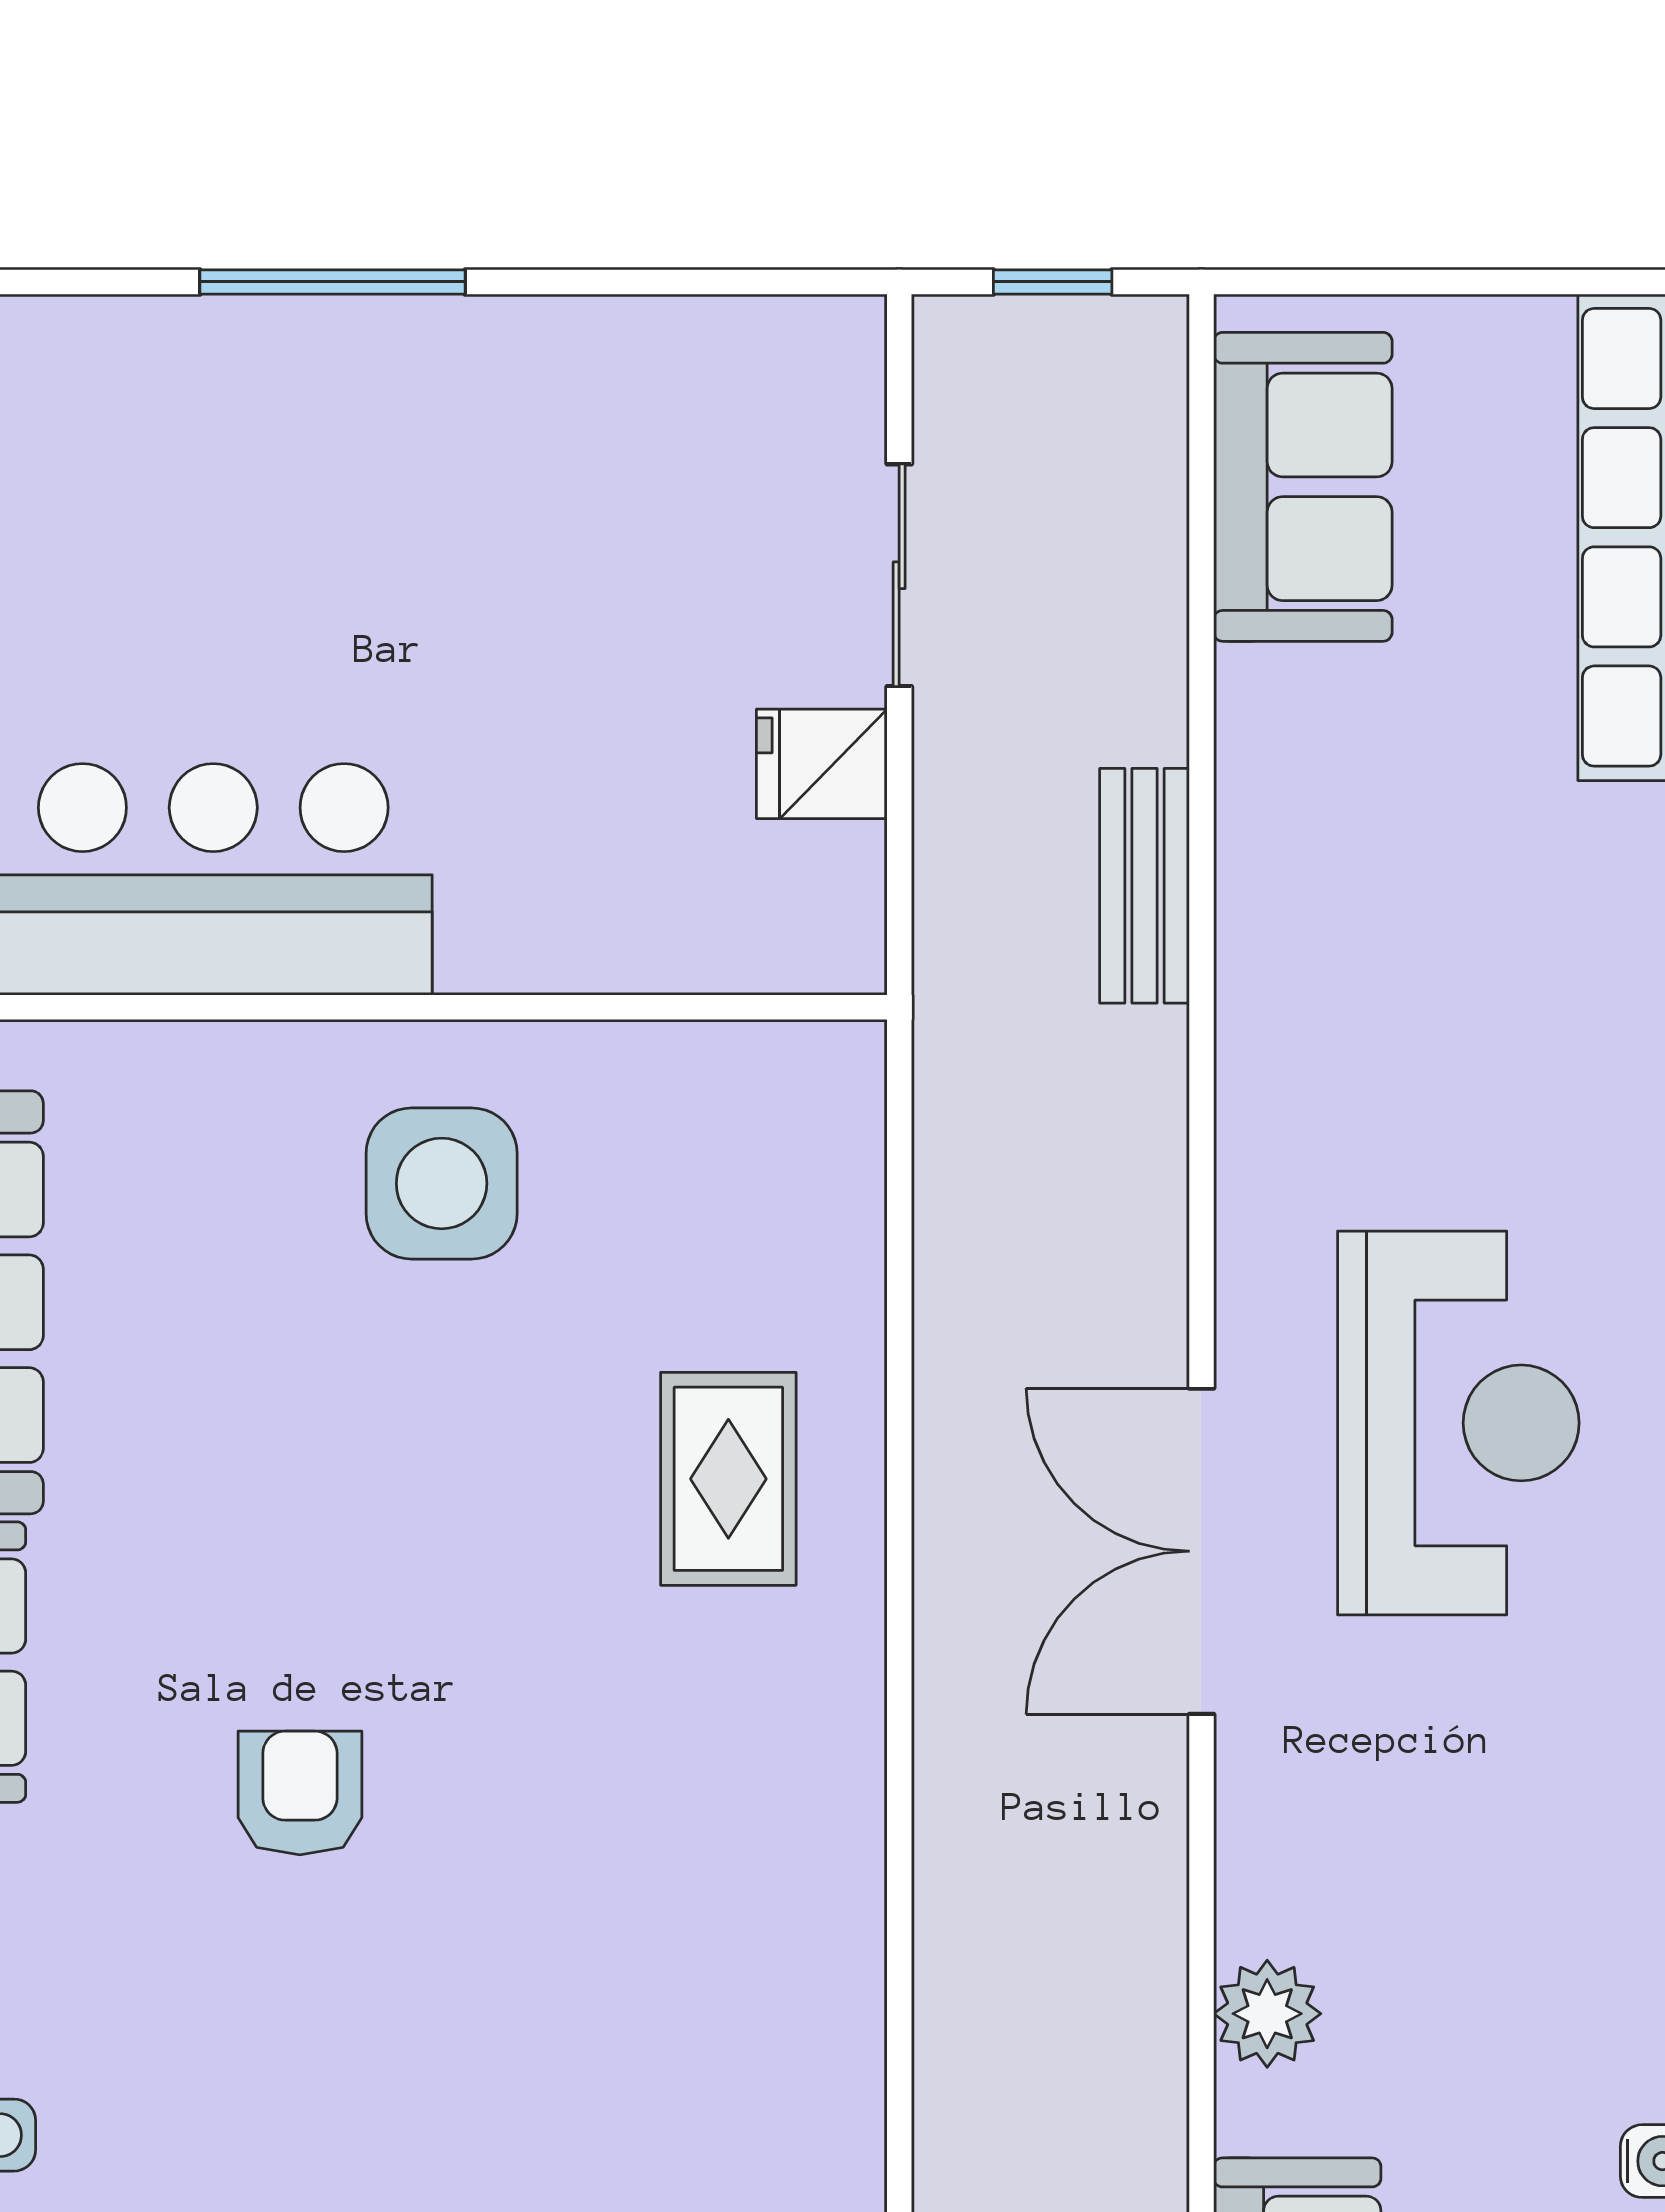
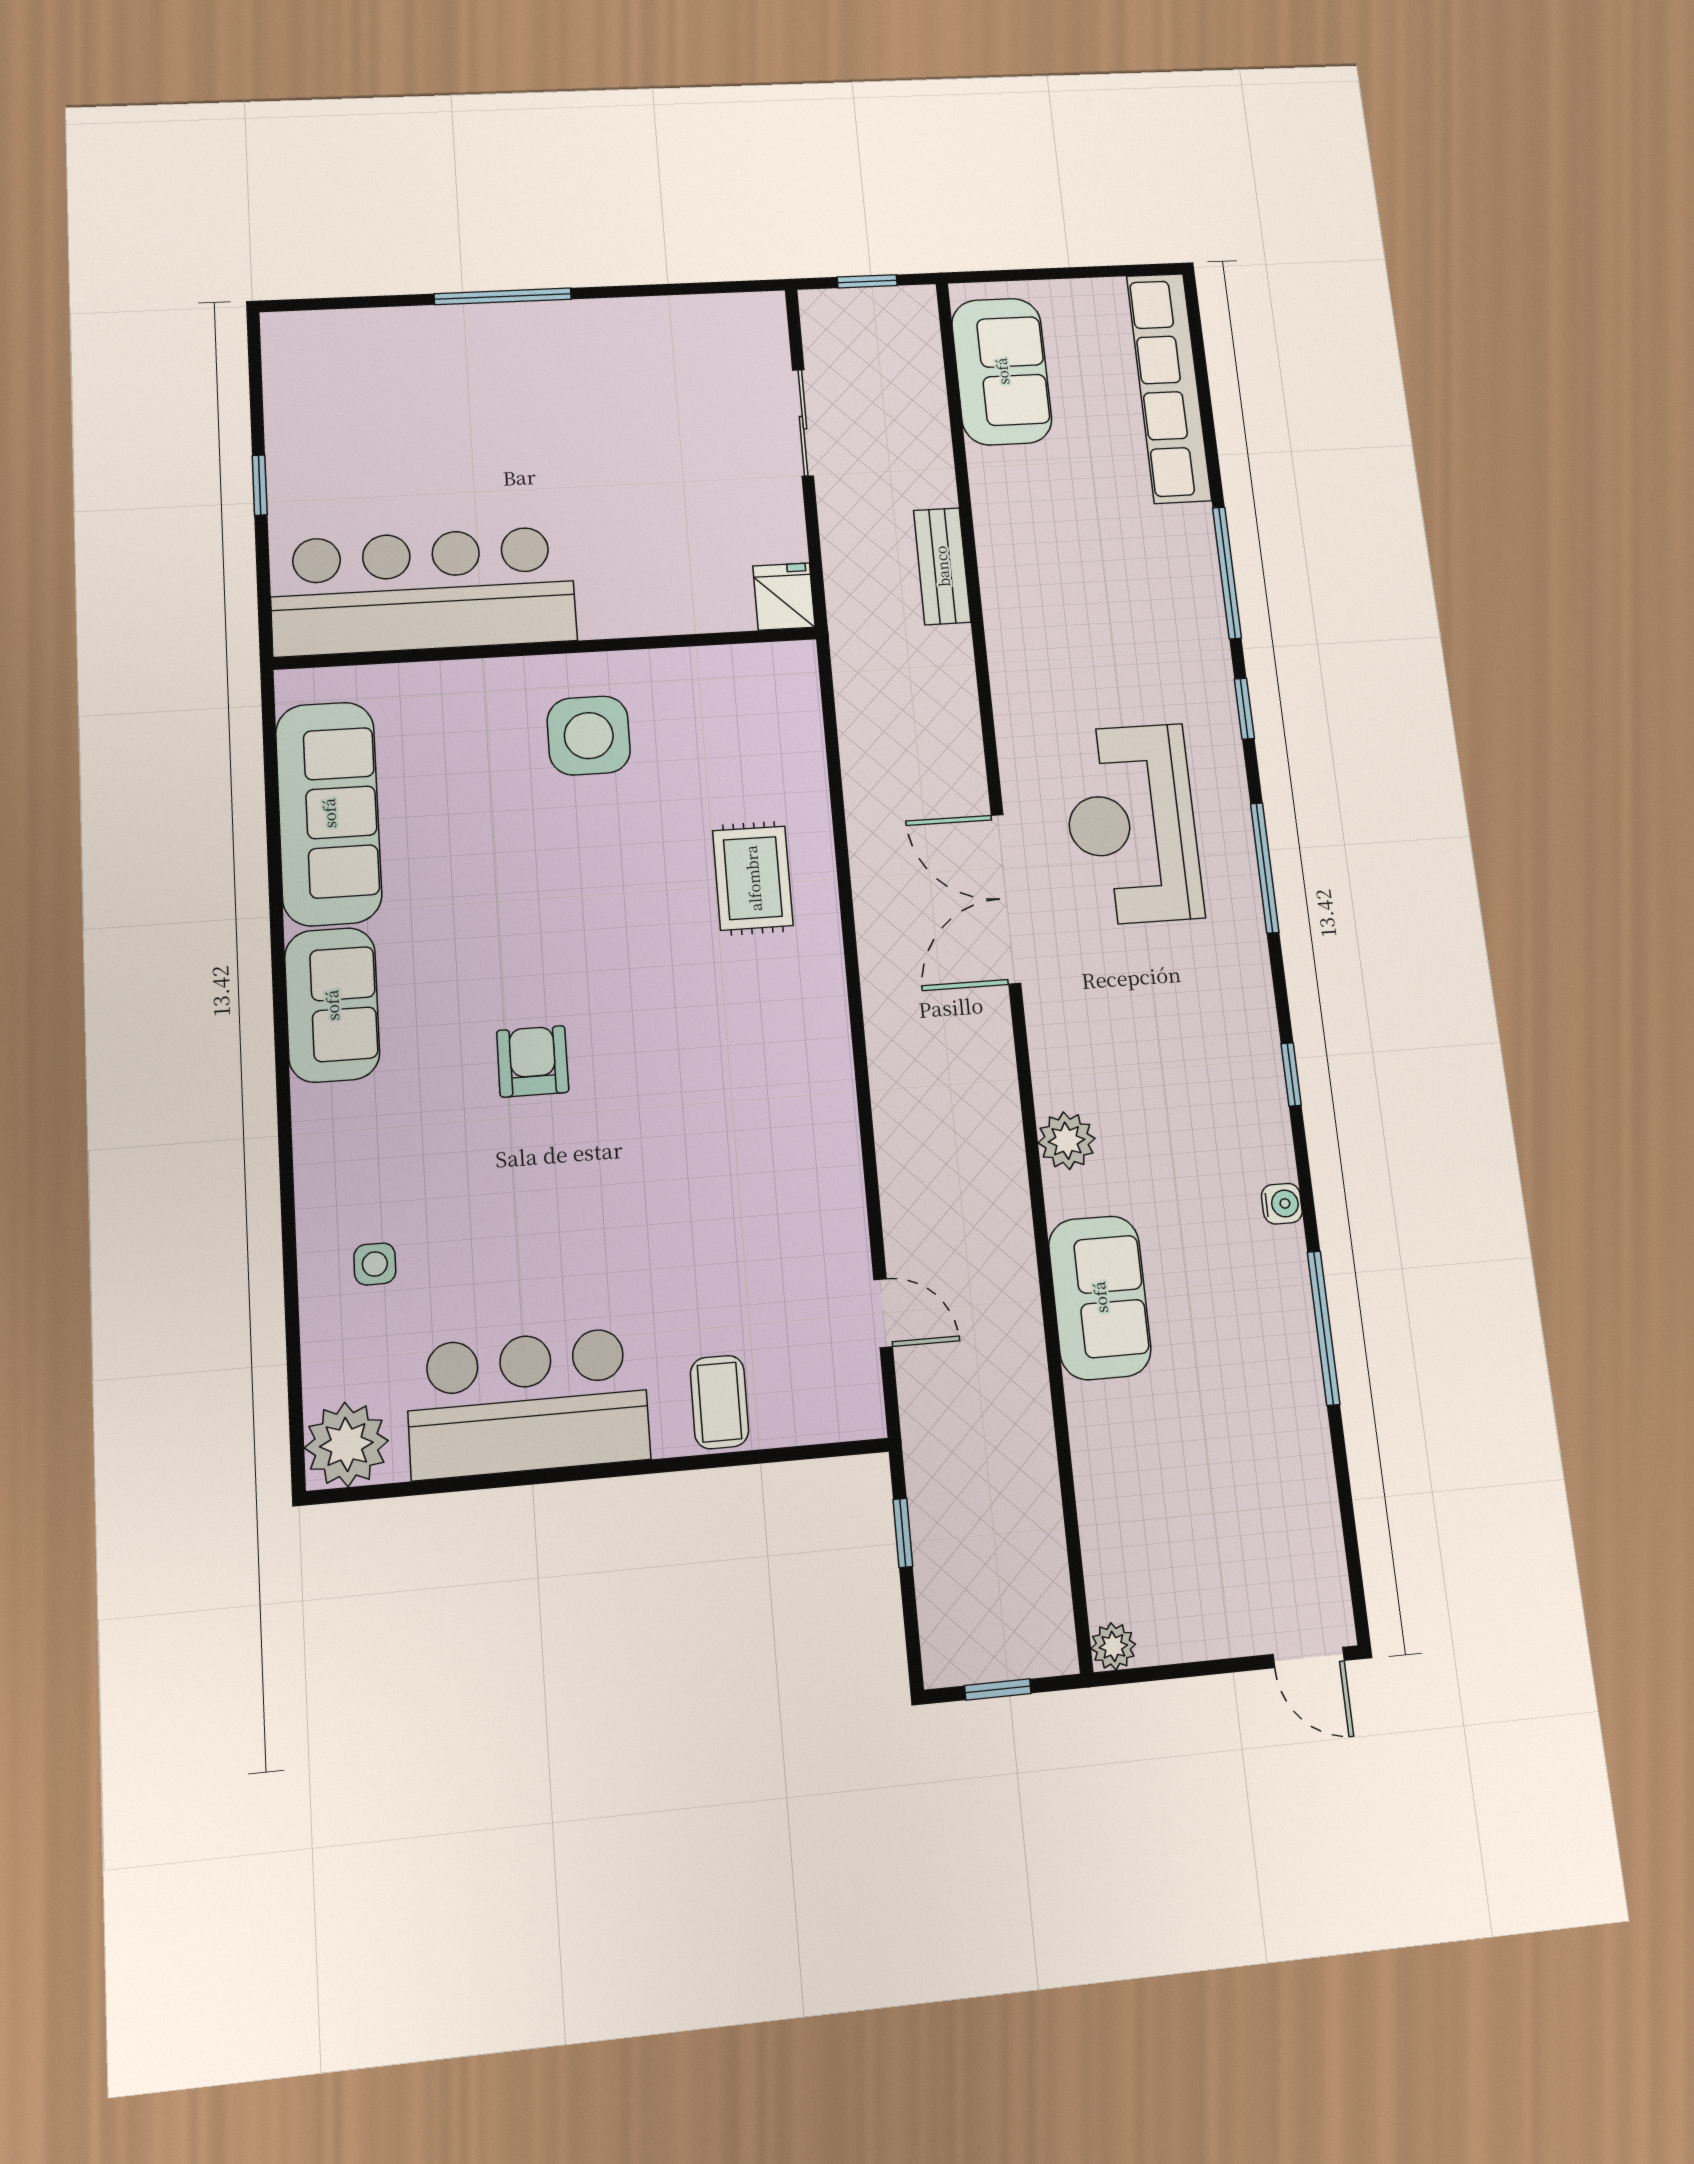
fridge: (822, 764) -> (784, 597), moved, turned 90
reception desk: (1458, 1423) -> (1132, 824), turned 180

